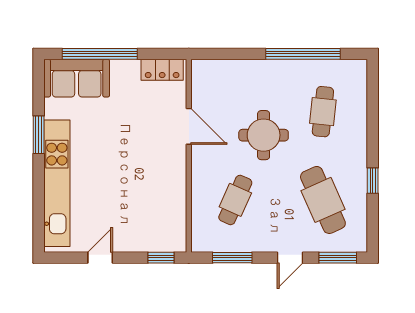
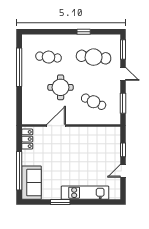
kitchen unit: (57, 183) -> (85, 193), width x0.73
cafe table: (323, 200) -> (94, 57), turned 30
door: (100, 258) -> (123, 171), hinge flipped
window: (161, 258) -> (123, 150), moved

